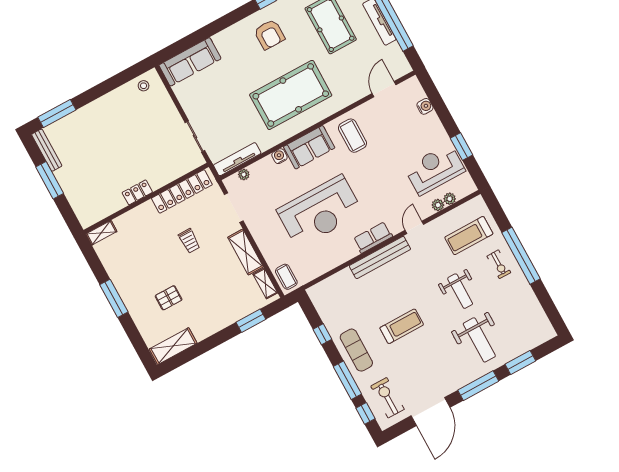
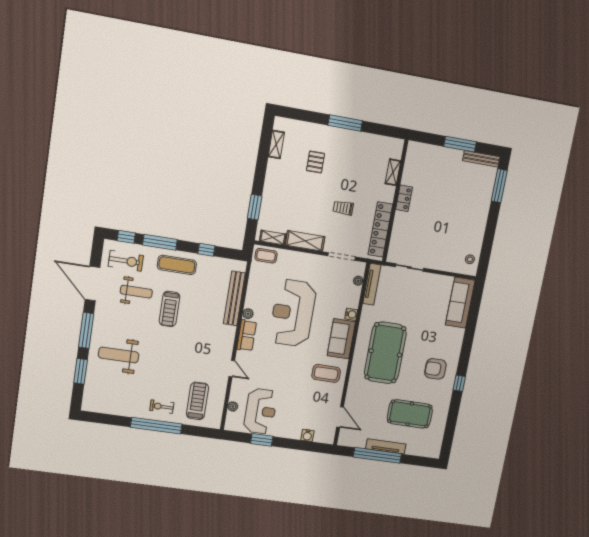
plant: (438, 205) -> (248, 314), moved
shelving: (101, 233) -> (393, 172), moved
bench: (380, 257) -> (234, 298), moved
weight bench: (460, 291) -> (136, 292), moved, turned 180
shelving: (173, 346) -> (276, 144), width x0.67, depth x0.75

